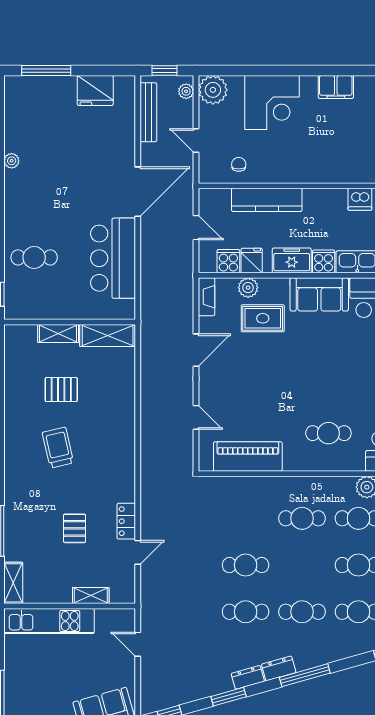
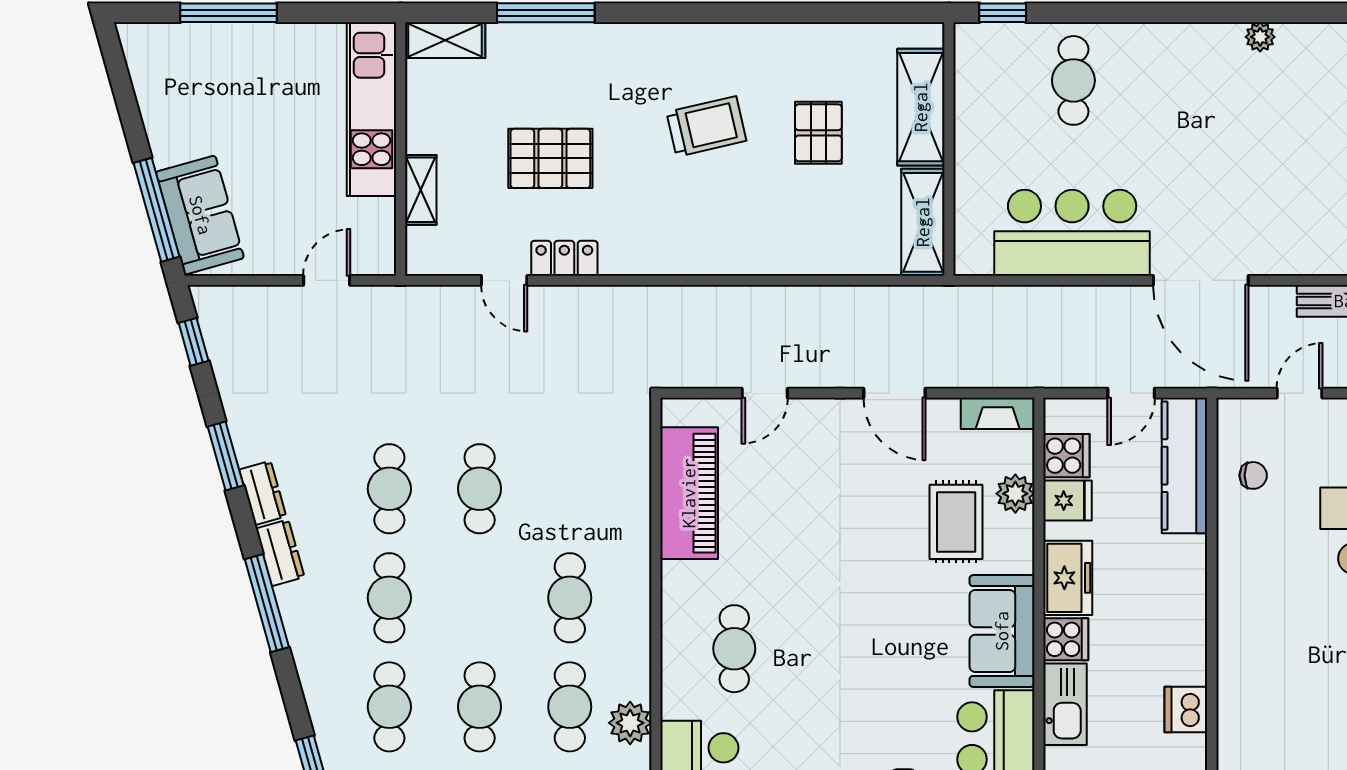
kitchen counter: (267, 200) -> (1185, 466), moved
shelving: (58, 333) -> (921, 107), width x1.50, depth x1.33
pallet: (75, 528) -> (550, 158), width x1.50, depth x1.42

